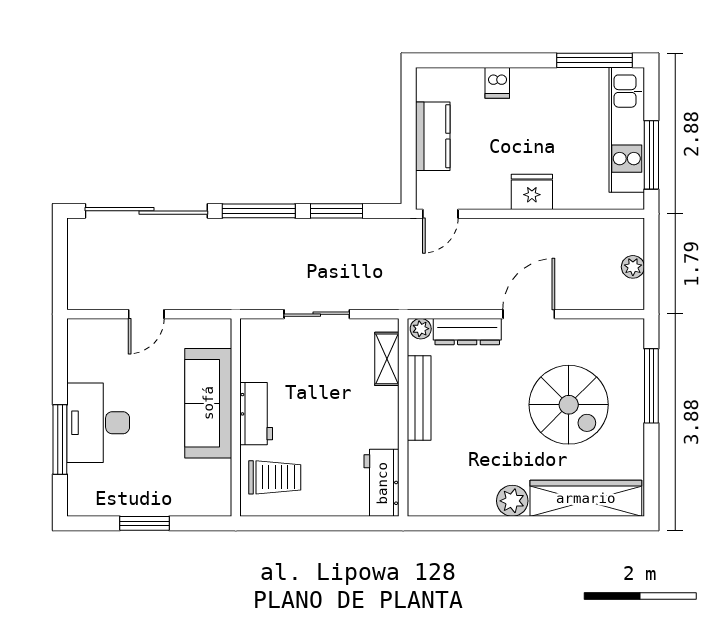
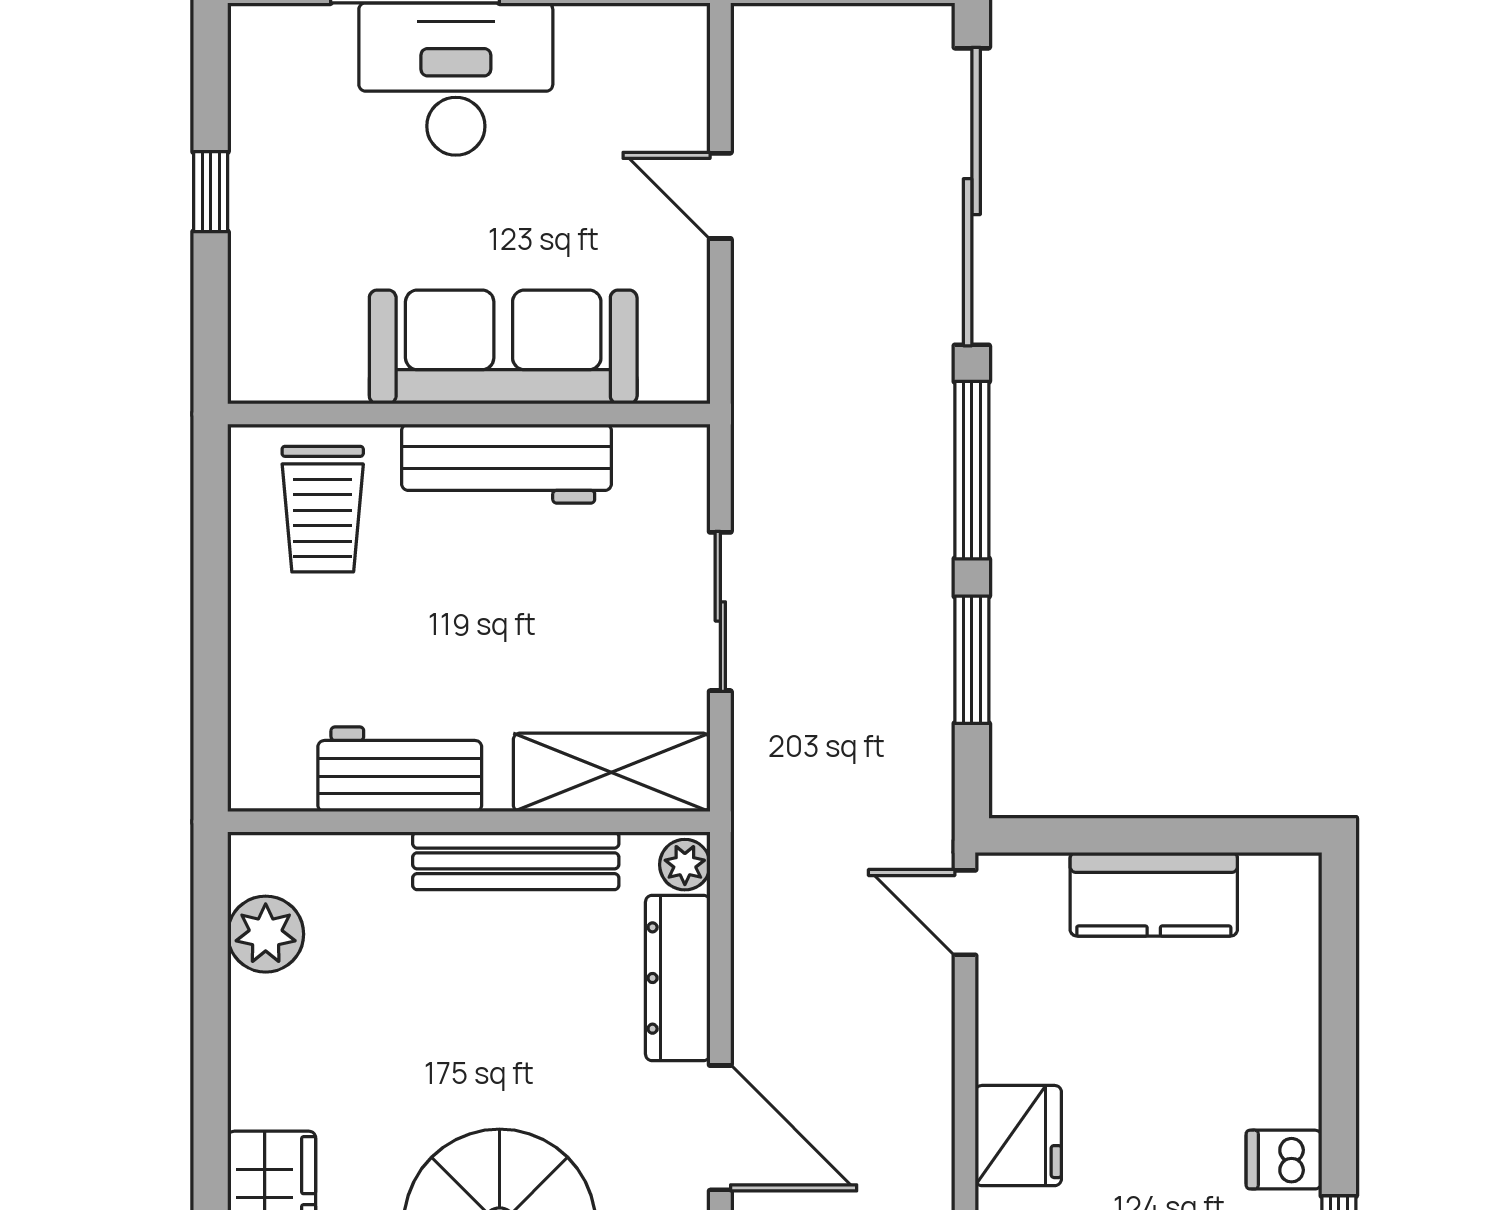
dishwasher: (497, 83) -> (1284, 1160), moved
shelving: (387, 359) -> (611, 772), width x1.50, depth x1.33
workbench: (256, 414) -> (507, 464), width x1.38
workbench: (382, 483) -> (400, 769), moved
plant: (512, 501) -> (266, 934), moved
window: (144, 523) -> (211, 192), width x0.67

